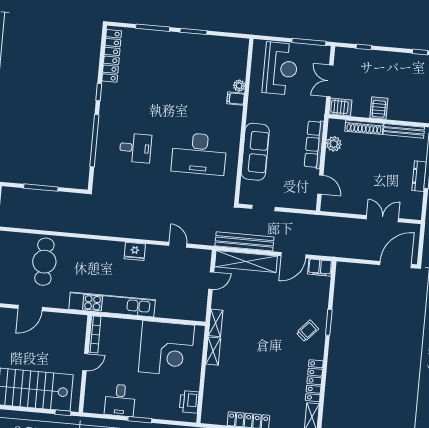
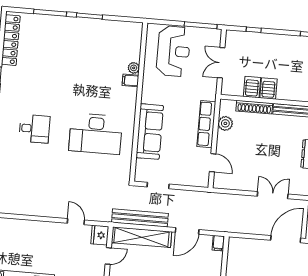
server rack: (340, 107) -> (252, 87), moved, turned -90
fridge: (135, 251) -> (100, 235), moved, turned 90
filing cabinet: (320, 268) -> (218, 243), width x0.50

